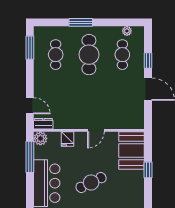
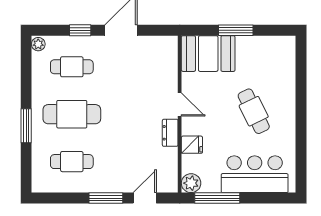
plant: (127, 31) -> (38, 44), moved
window: (30, 48) -> (106, 198), moved
dresser: (43, 124) -> (170, 133), moved
window: (148, 170) -> (236, 30), width x1.50

